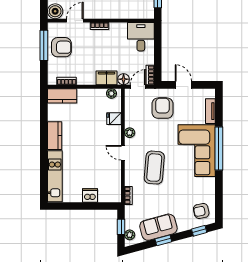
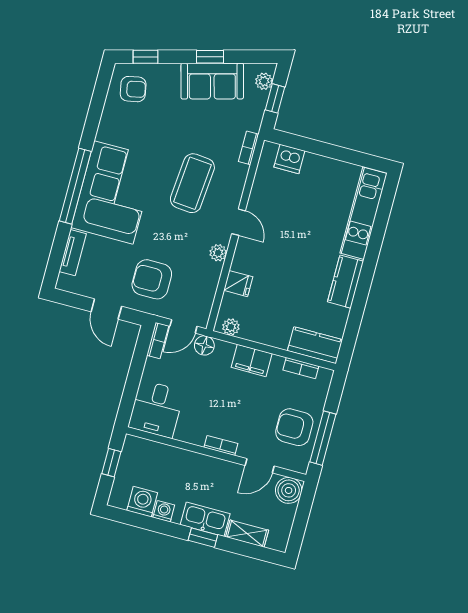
filing cabinet: (106, 78) -> (252, 360), moved
armchair: (162, 108) -> (152, 279), turned 90
dishwasher: (90, 195) -> (289, 159), moved

